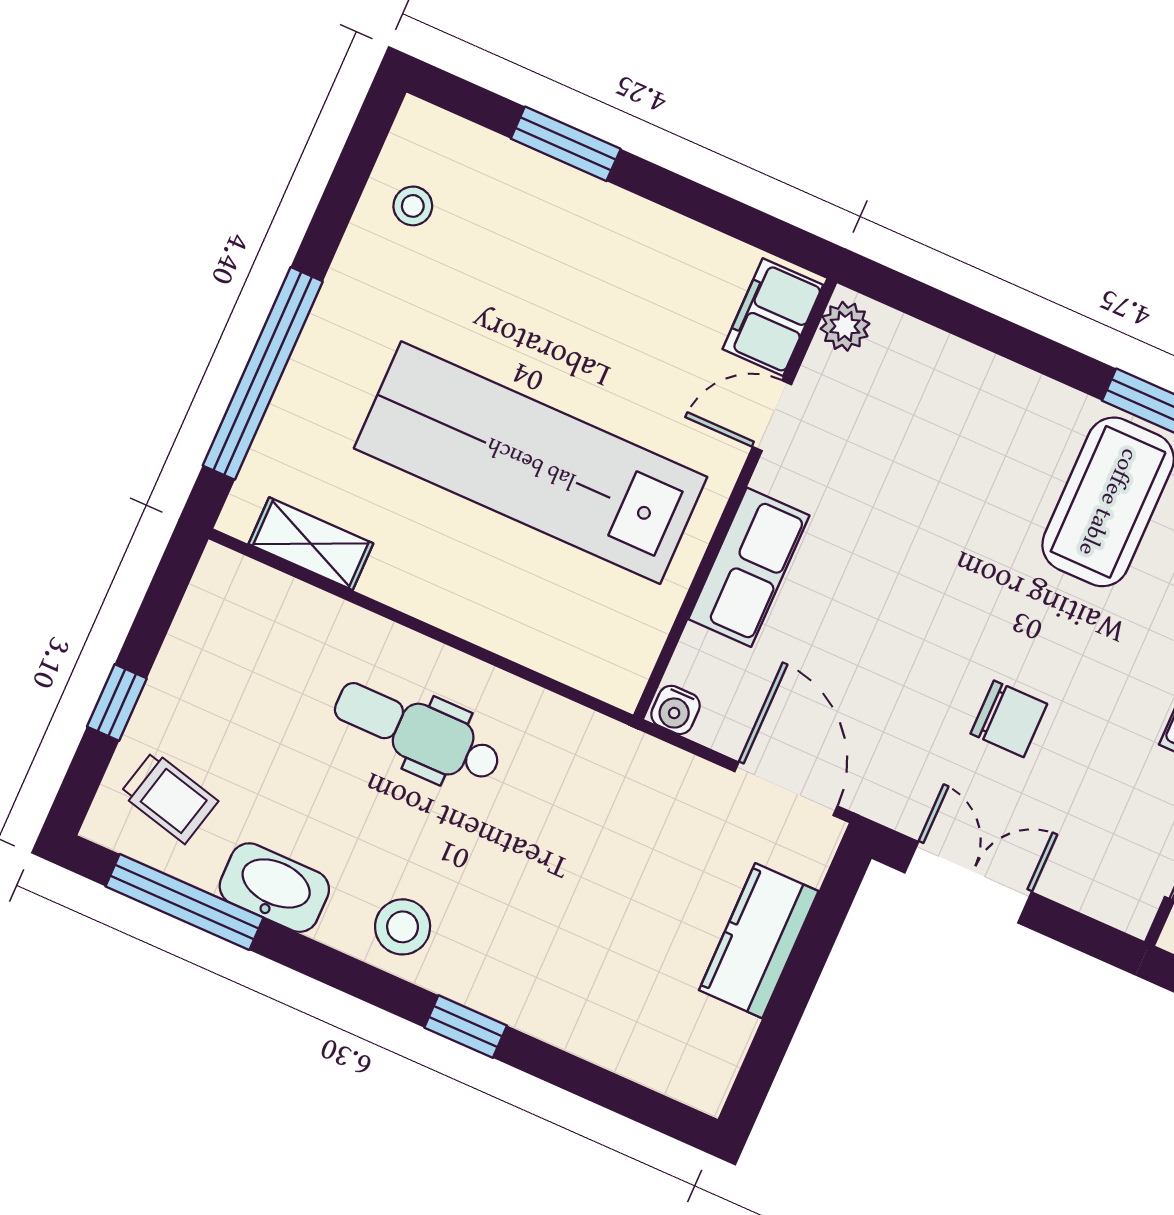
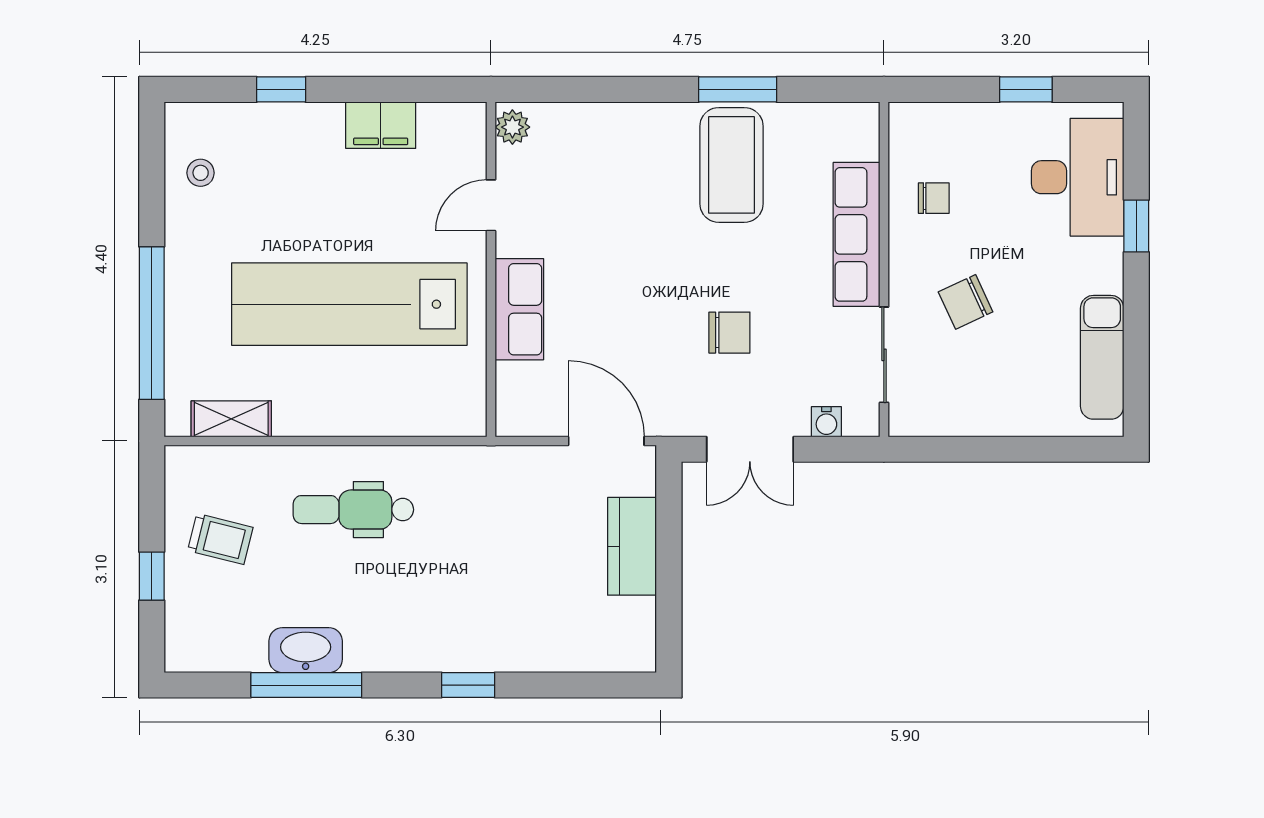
window: (566, 144) -> (281, 89), width x0.67
filing cabinet: (773, 317) -> (381, 125), moved, turned -90
water cooler: (675, 710) -> (826, 422), moved
trolley: (169, 797) -> (220, 539), moved
double door: (968, 882) -> (750, 449), swing flipped
window: (184, 902) -> (306, 685), moved
stool: (403, 927) -> (399, 639), removed

